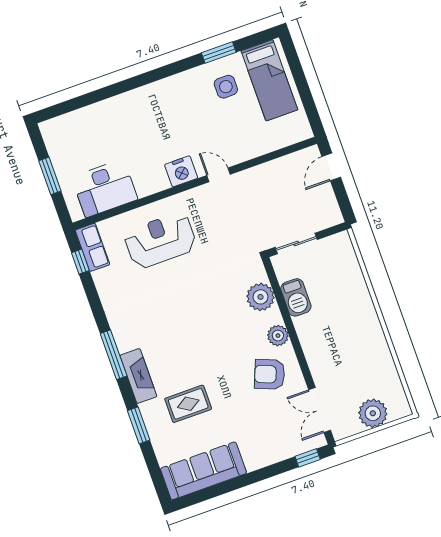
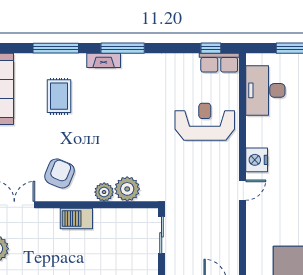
reception desk: (160, 240) -> (205, 122), turned -90
barbecue: (296, 297) -> (76, 219), moved
plant: (278, 336) -> (104, 192), moved
fireplace: (138, 376) -> (104, 60), width x0.73, depth x0.76
window: (139, 425) -> (56, 48), width x1.44

